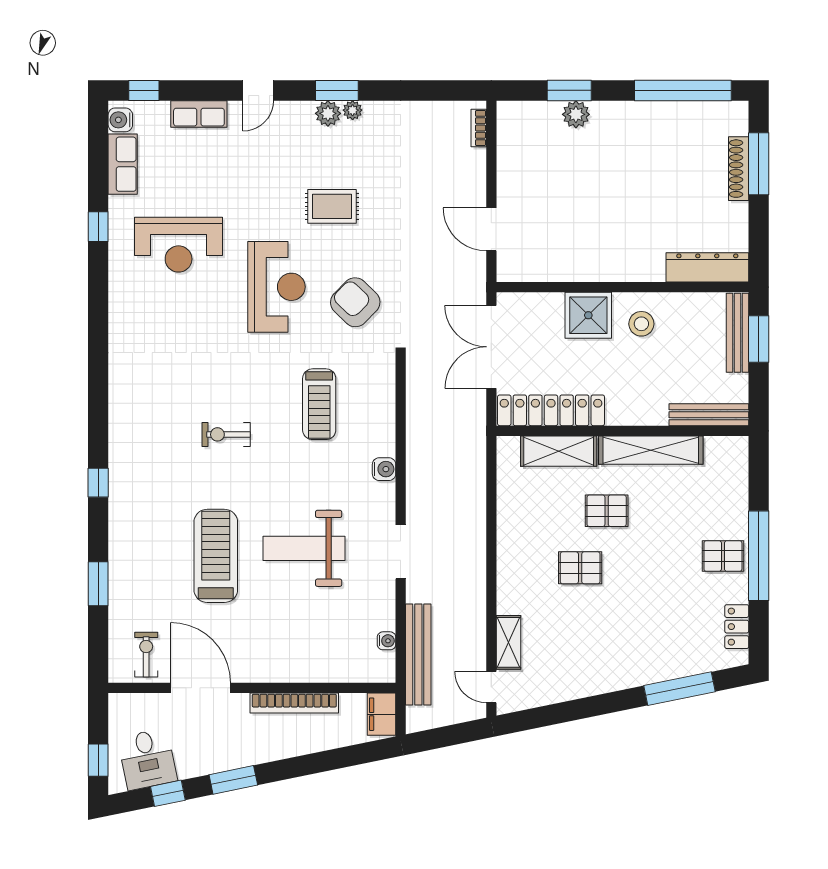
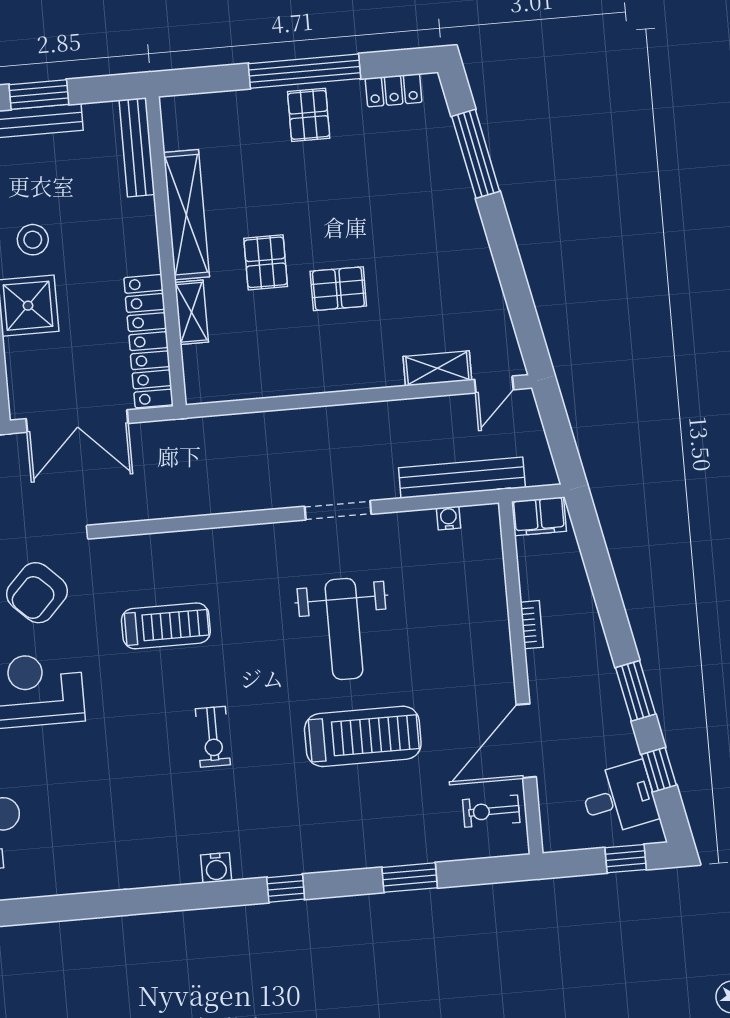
shelving: (559, 451) -> (192, 312), width x0.67, depth x0.75
water cooler: (384, 469) -> (216, 868), moved, turned 180
treadmill: (216, 556) -> (363, 736), turned 180
pallet: (580, 568) -> (338, 289), turned 90
bookcase: (294, 703) -> (532, 625), width x0.43, depth x0.76

